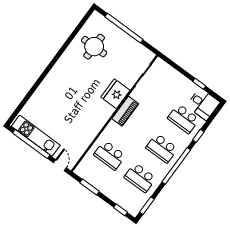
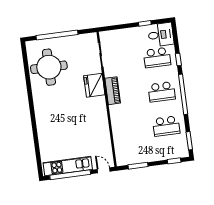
round table: (94, 47) -> (49, 67), width x1.36, depth x1.36
school desk: (110, 155) -> (131, 131), removed

